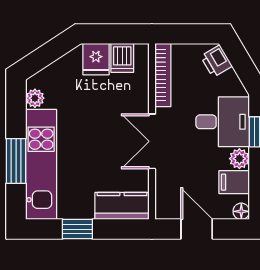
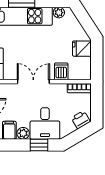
dishwasher: (122, 58) -> (61, 71), moved, turned 90
bookcase: (163, 75) -> (79, 88), width x0.64

